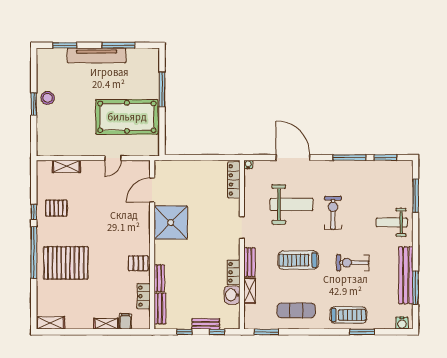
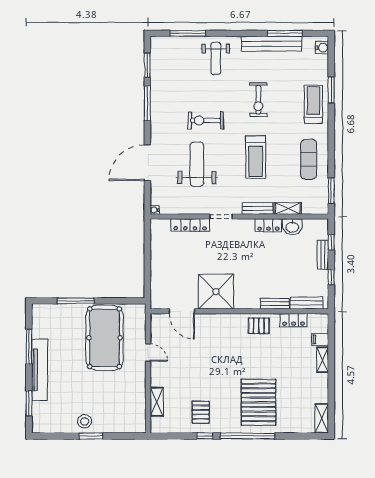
locker: (234, 180) -> (190, 225), moved
pallet: (138, 263) -> (259, 326), turned 90

